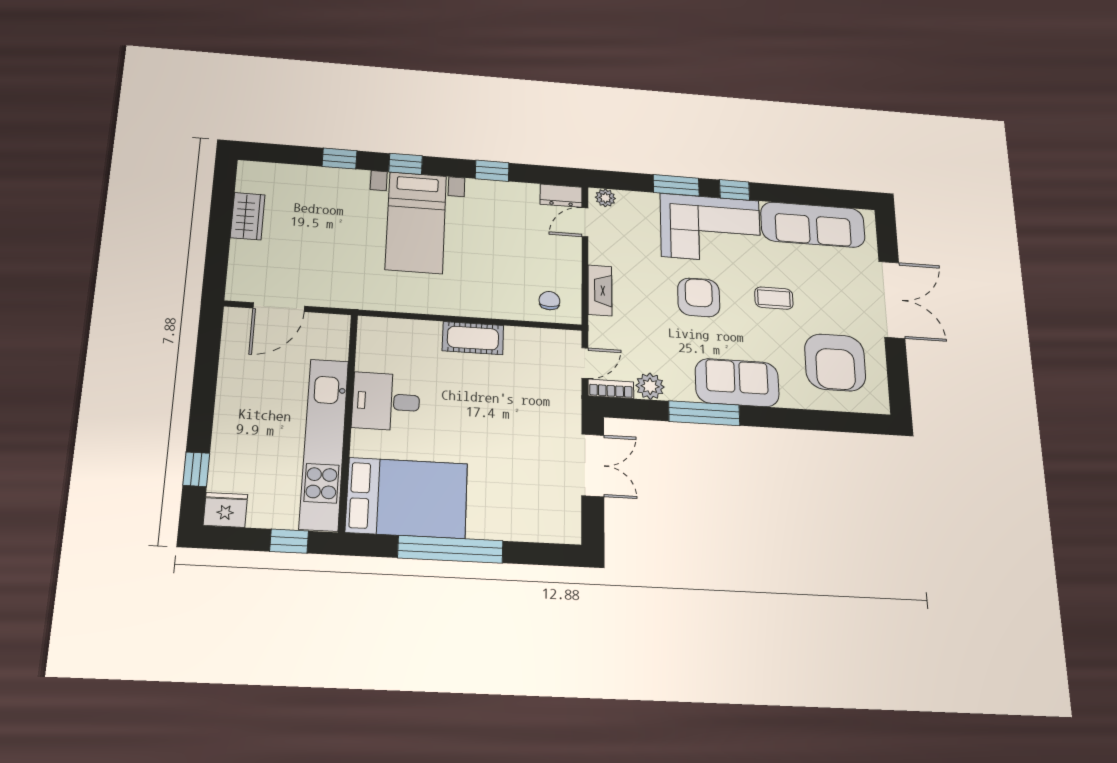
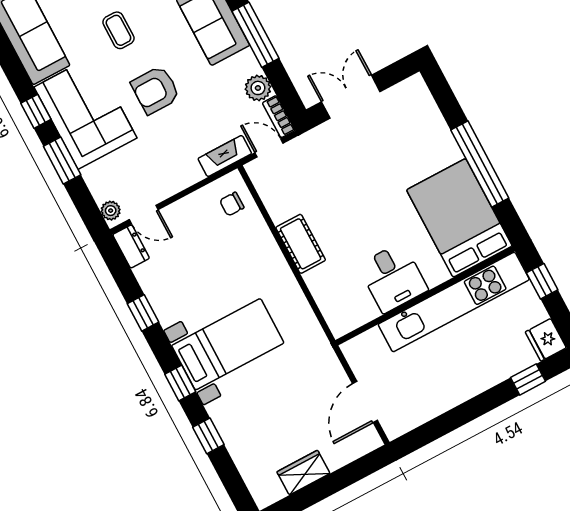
fireplace: (600, 290) -> (225, 156), moved
door: (279, 307) -> (365, 402), swing flipped

